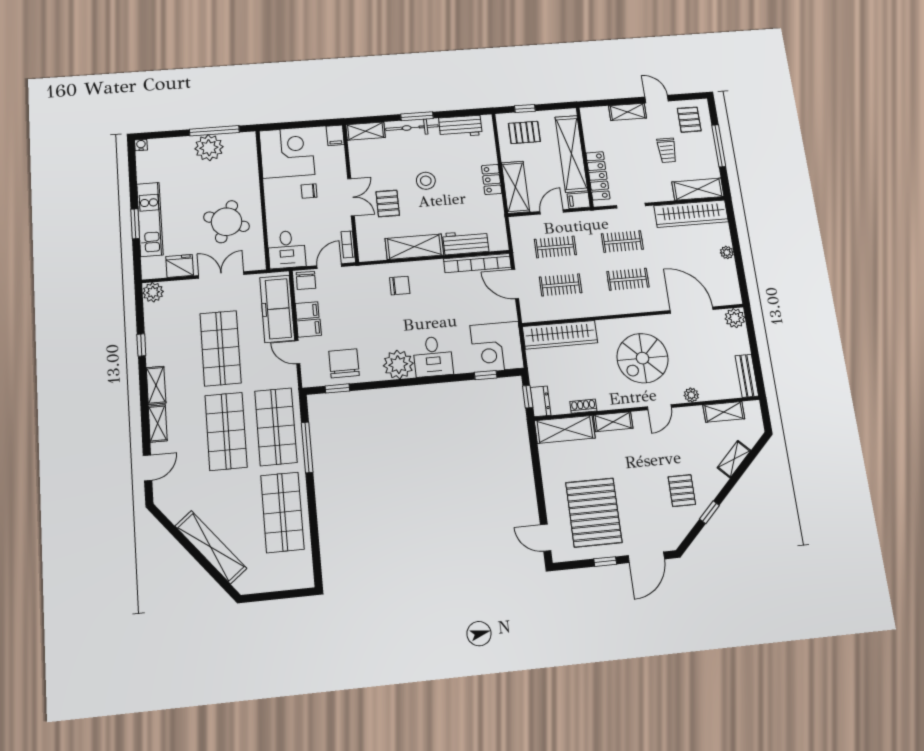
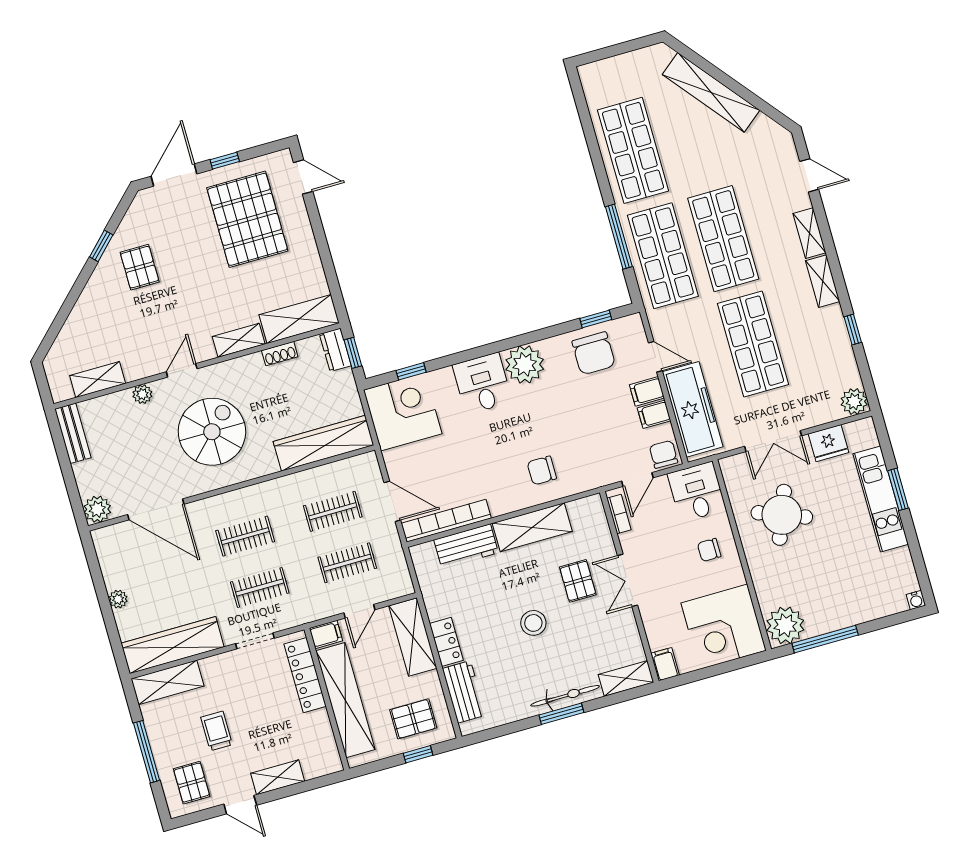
workbench: (460, 126) -> (464, 692), moved, turned 90
plant: (209, 148) -> (785, 625), moved
chair: (309, 191) -> (709, 550), moved, turned 180
shelving: (734, 459) -> (78, 320), removed
door: (148, 468) -> (809, 175), swing flipped

